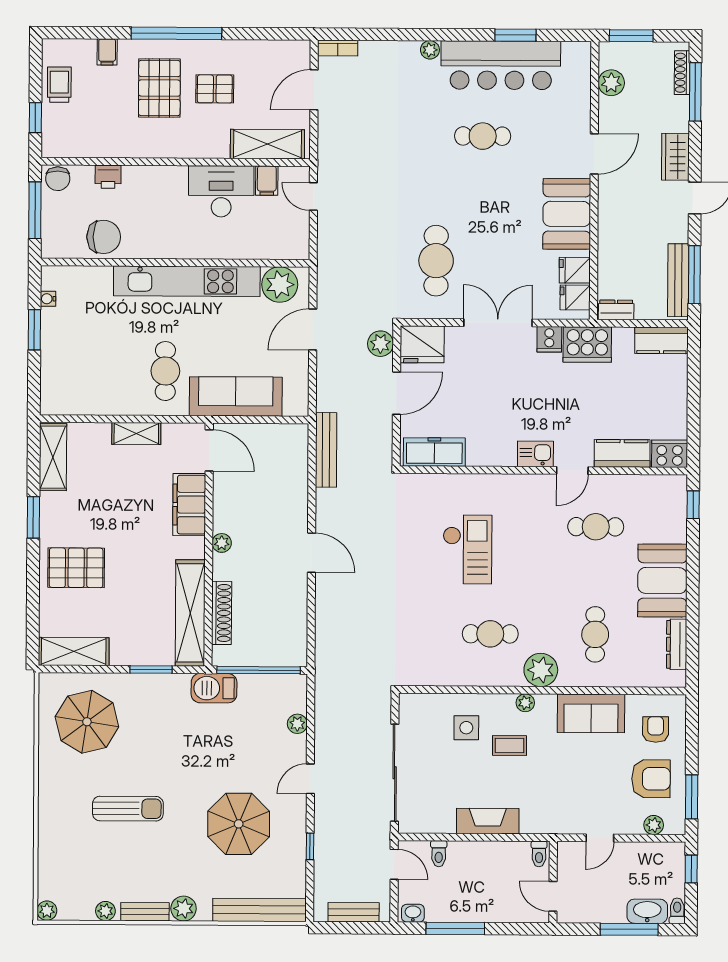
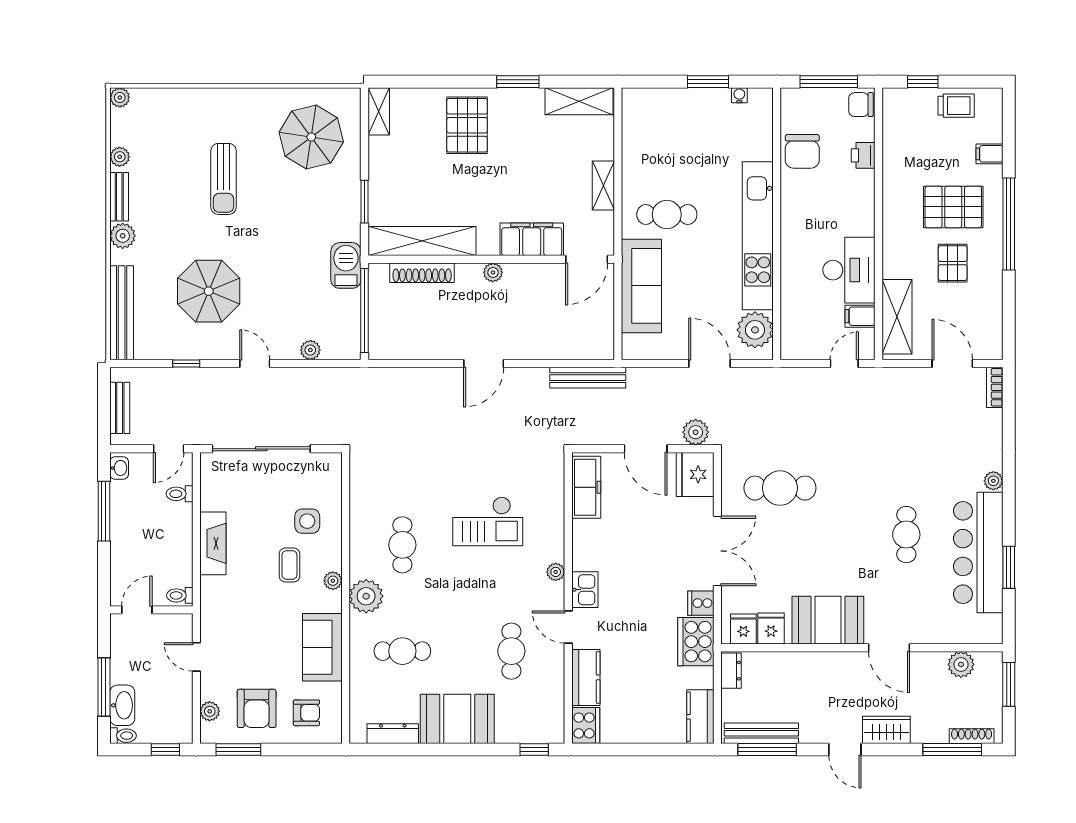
plant: (518, 483) -> (556, 572), added
shelving: (74, 651) -> (379, 111), width x0.67, depth x0.75

